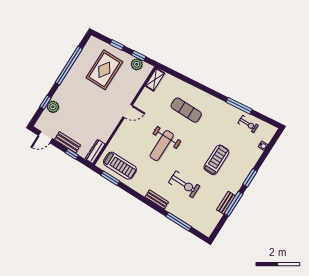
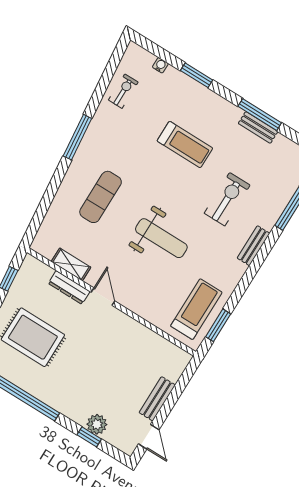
plant: (137, 64) -> (23, 282), removed
shelving: (155, 79) -> (71, 264), moved
window: (239, 106) -> (77, 137), moved
dresser: (95, 151) -> (69, 287), moved
window: (72, 154) -> (177, 391), removed
treadmill: (216, 160) -> (185, 145), turned 180
window: (250, 178) -> (197, 75), moved

